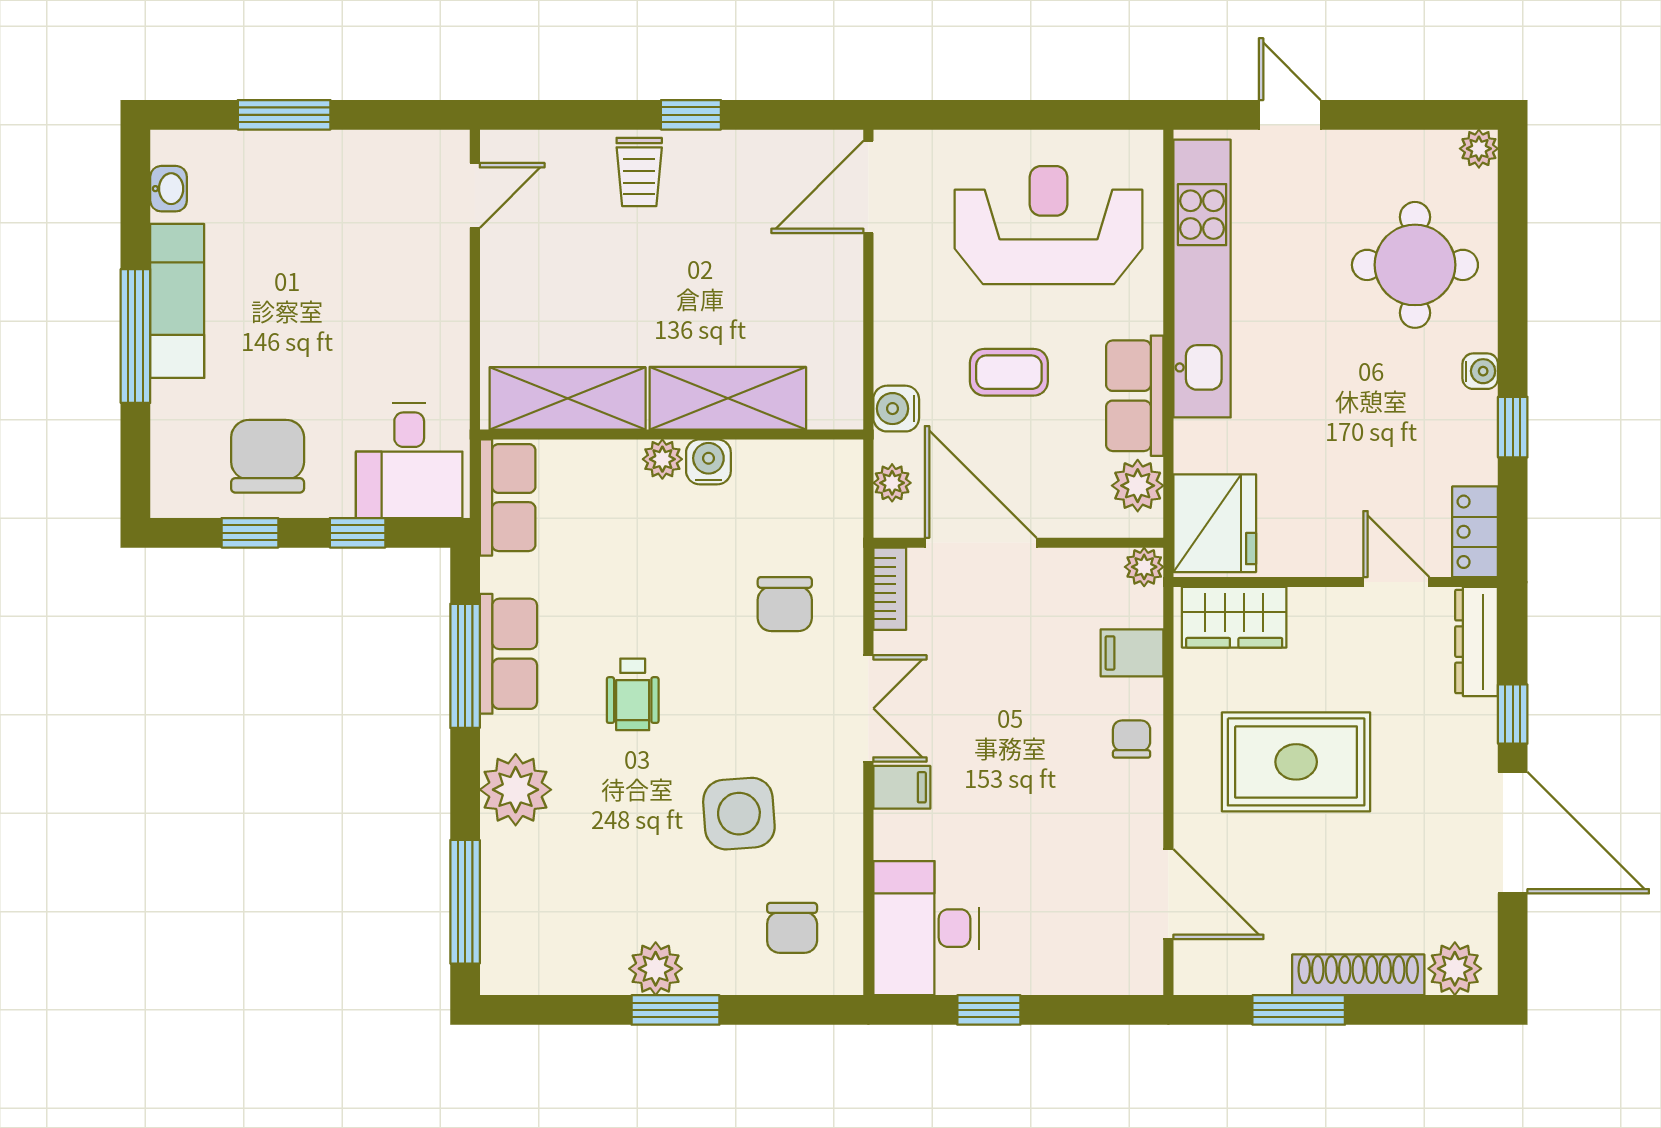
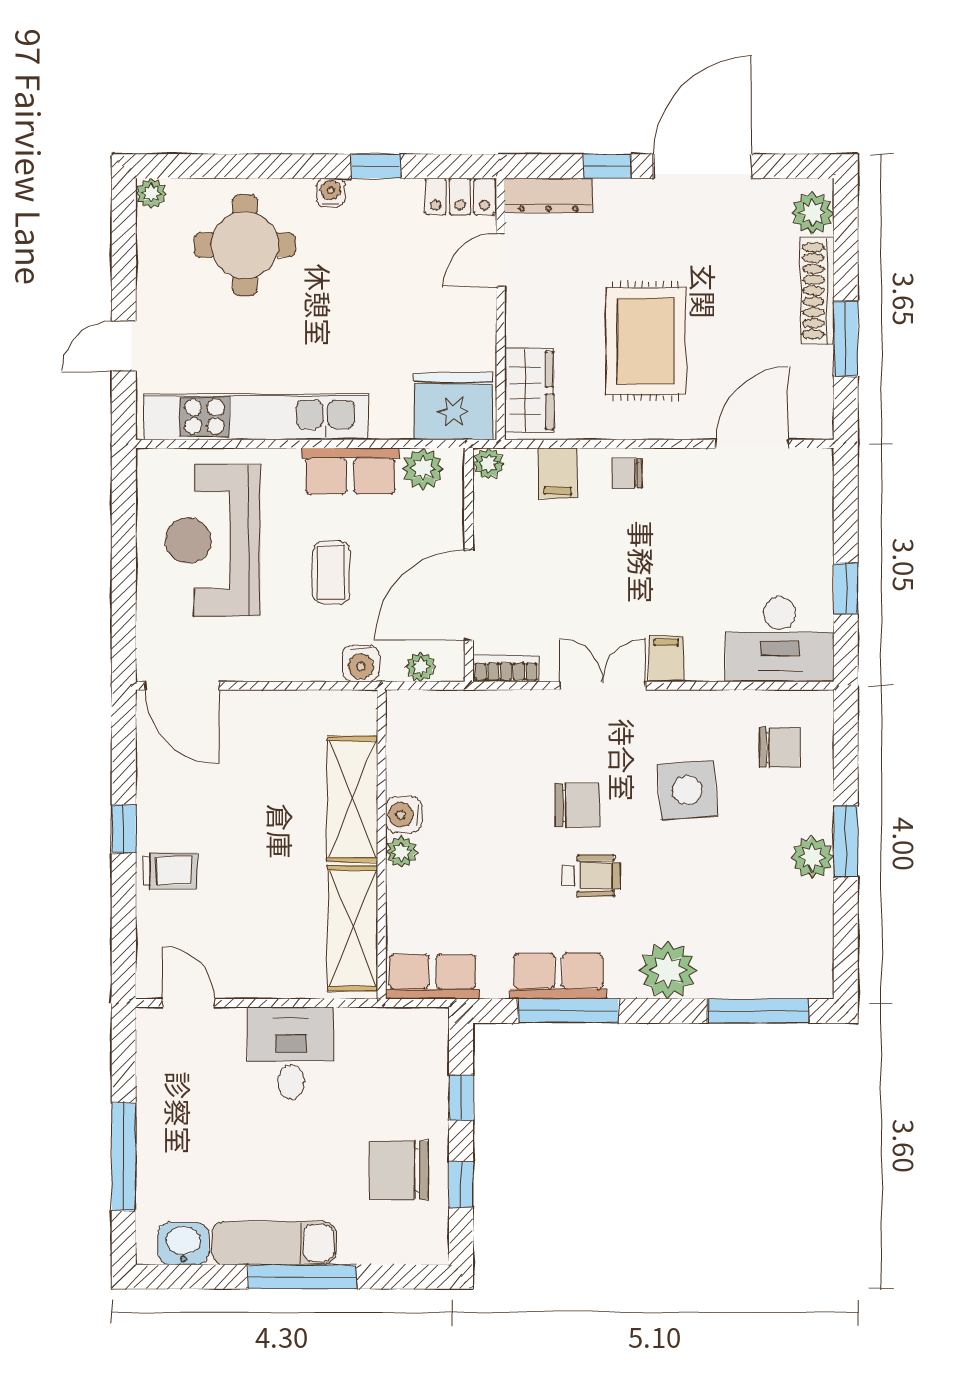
window: (284, 115) -> (124, 1157), width x1.44
washbasin: (169, 189) -> (183, 1243), width x1.38, depth x1.45
desk: (409, 461) -> (291, 1053), moved, turned -90
chair: (785, 604) -> (578, 805), moved

